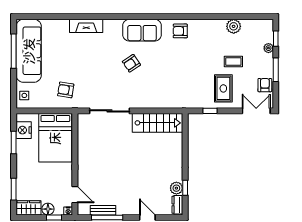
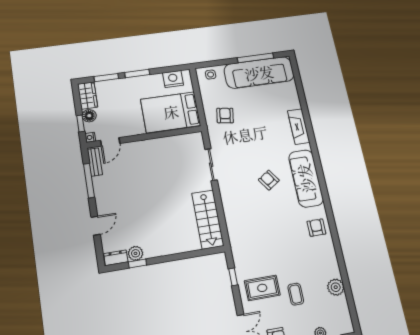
sofa: (142, 30) -> (306, 178), width x1.36
sliding door: (109, 111) -> (211, 165), width x0.73
window: (14, 142) -> (137, 73), moved
bench: (103, 210) -> (95, 162), moved

